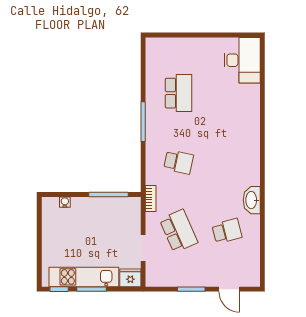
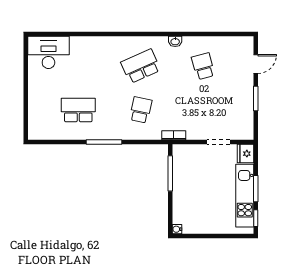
washbasin: (252, 200) -> (175, 41), width x0.52, depth x0.69
water cooler: (65, 202) -> (177, 229), moved
school desk: (179, 231) -> (141, 66), moved

